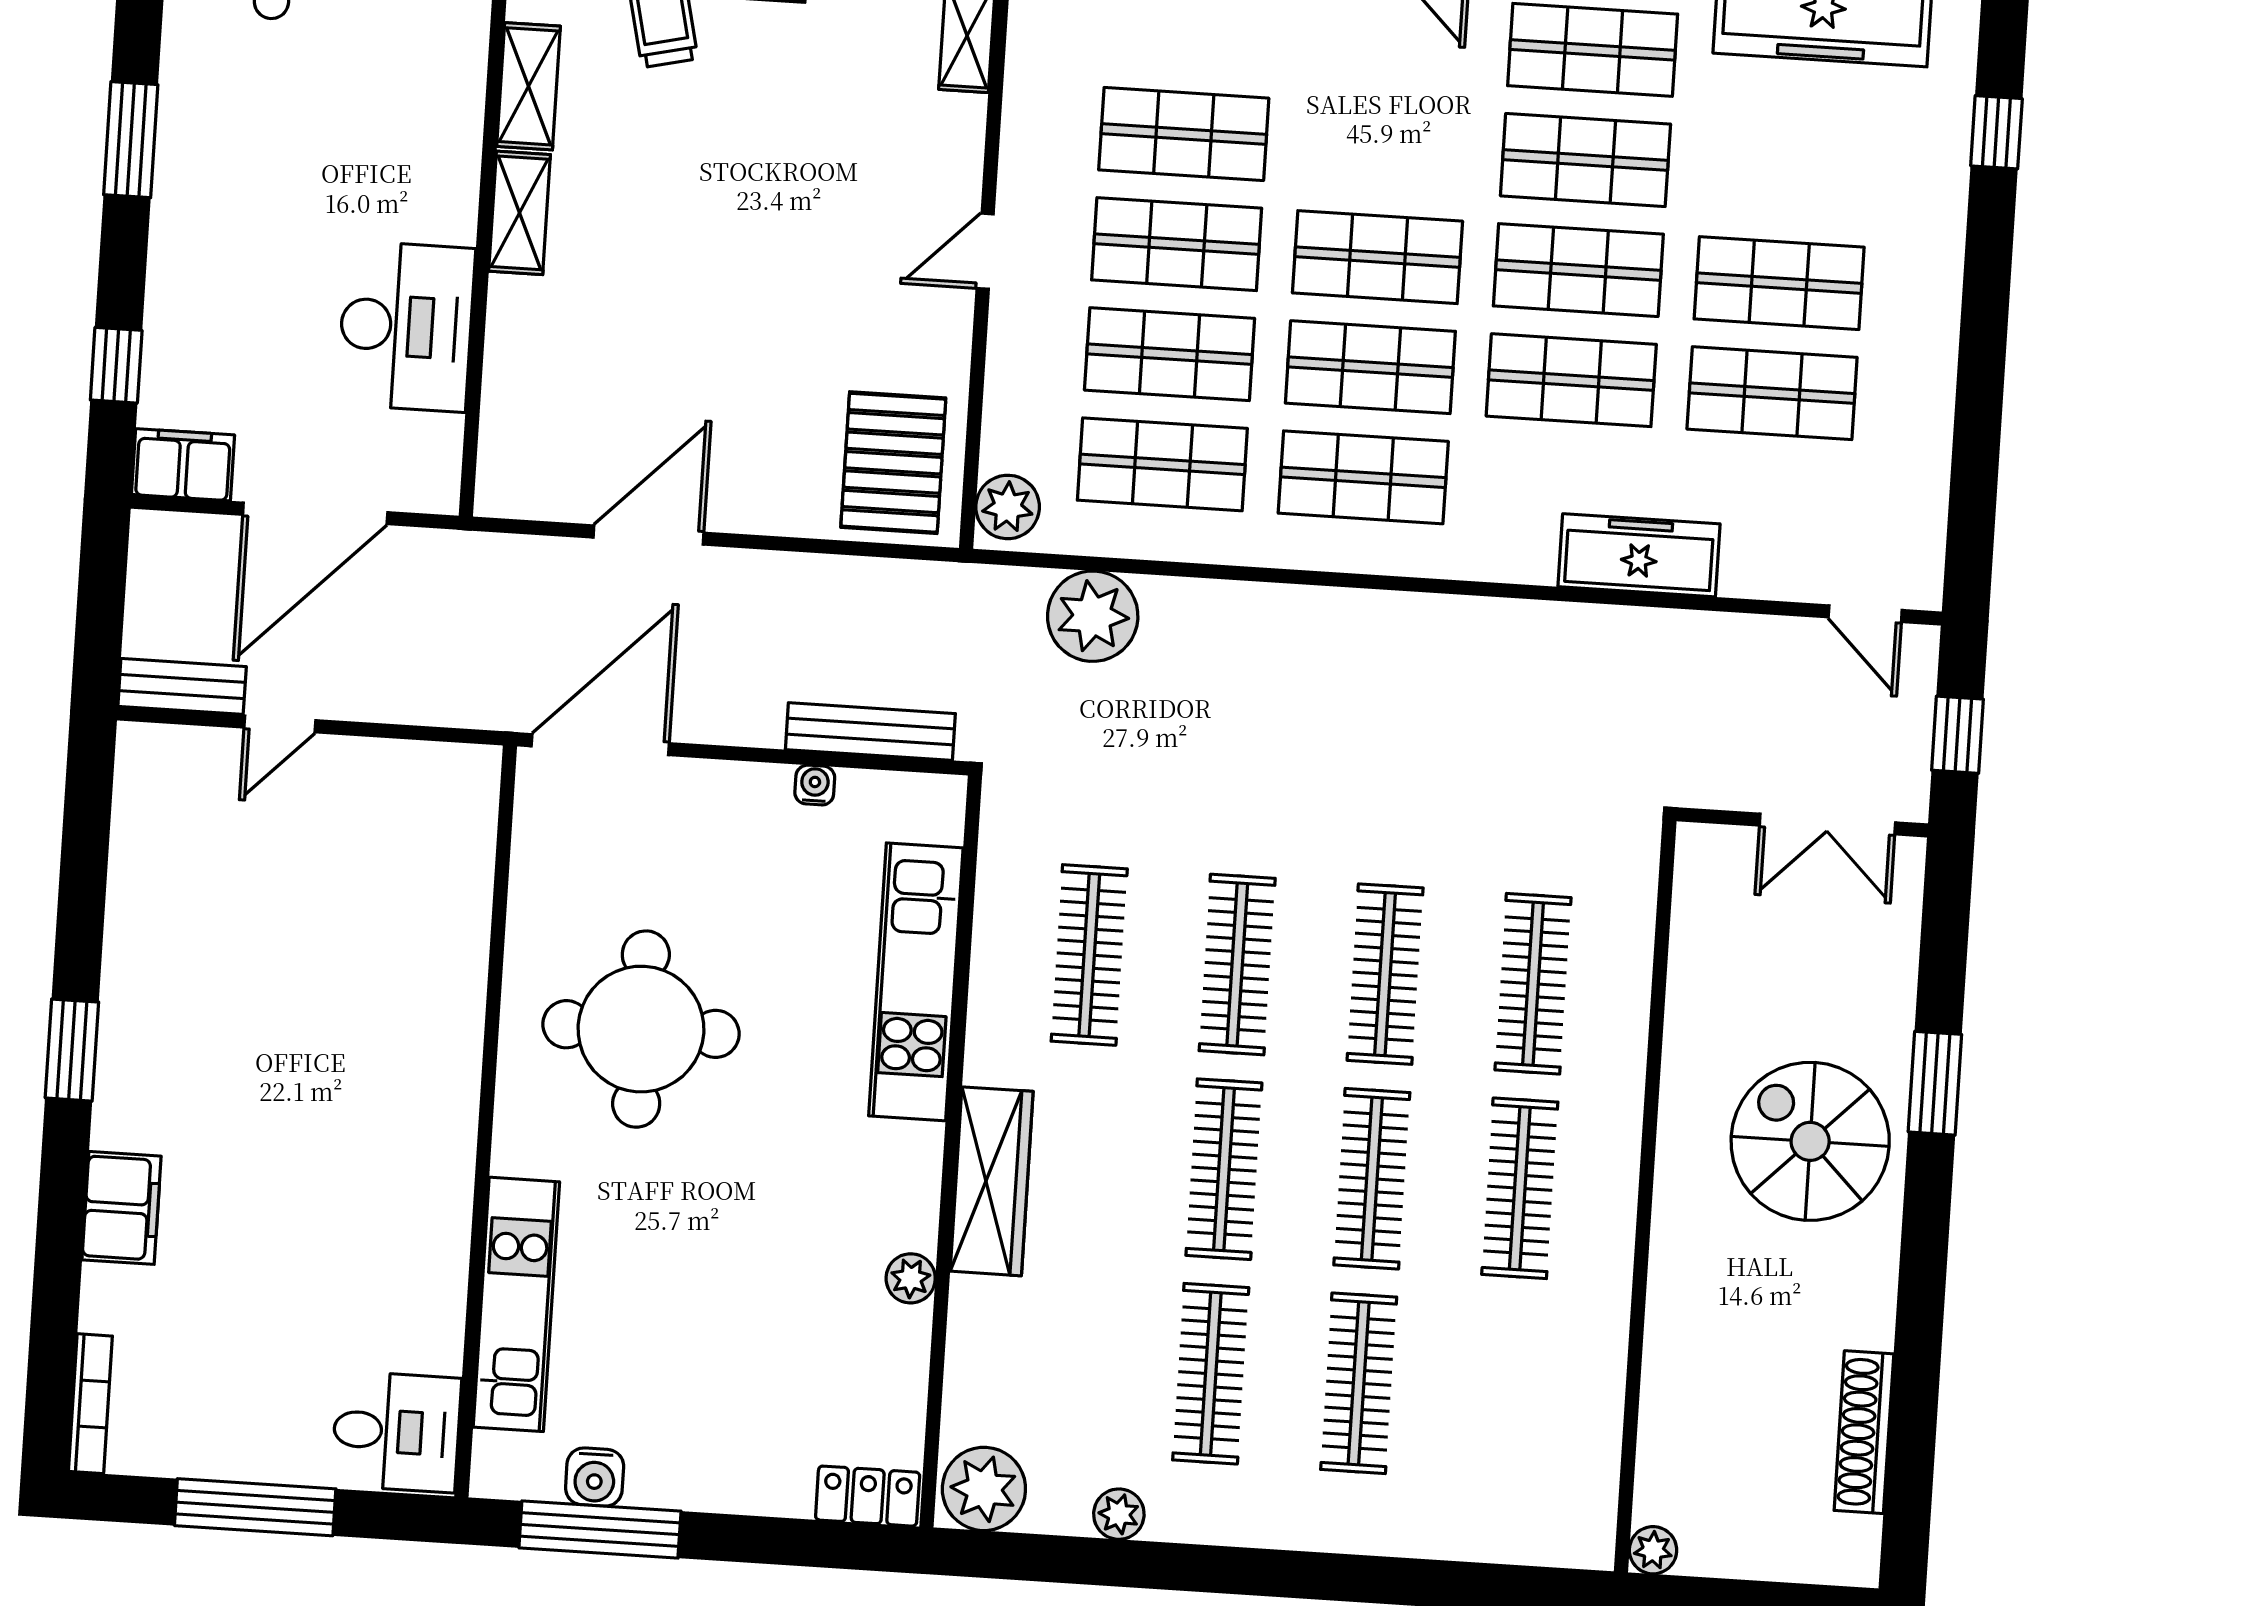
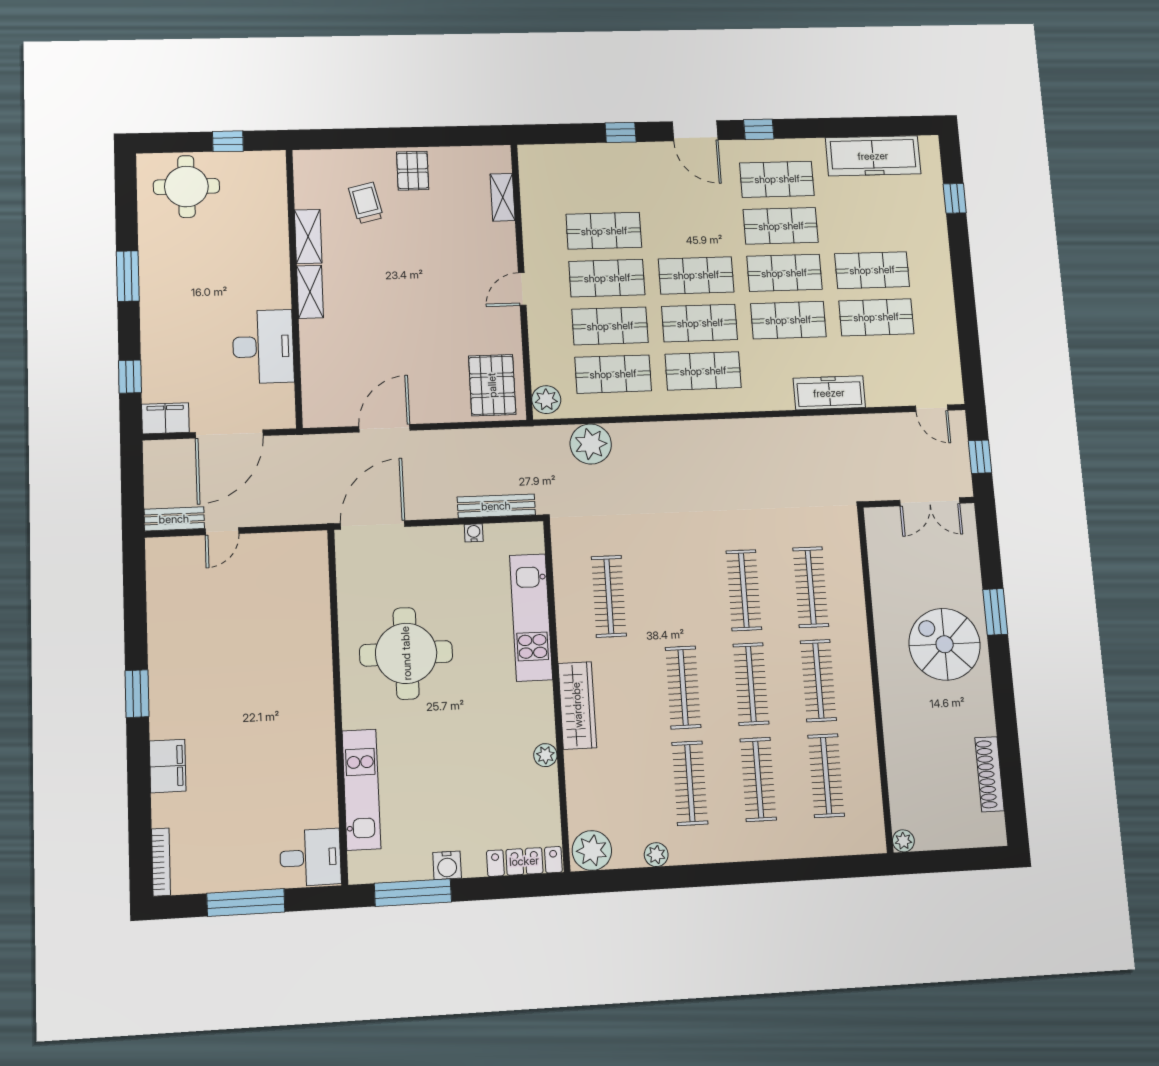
clothes rail: (1237, 965) -> (826, 776), moved
water cooler: (595, 1477) -> (447, 865), moved
locker: (868, 1496) -> (524, 861), width x1.53

